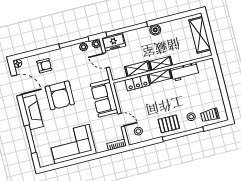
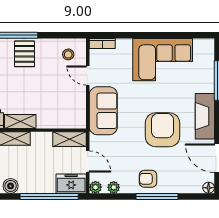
window: (74, 43) -> (157, 197), moved
armchair: (44, 66) -> (148, 179), moved
shelving: (138, 69) -> (69, 139), moved
locker: (137, 83) -> (53, 120), removed
pallet: (169, 124) -> (24, 54), turned 90

